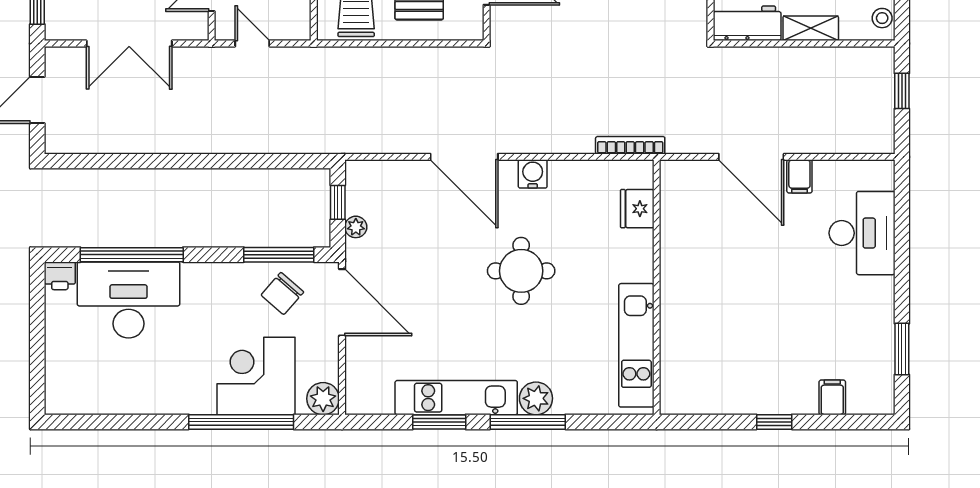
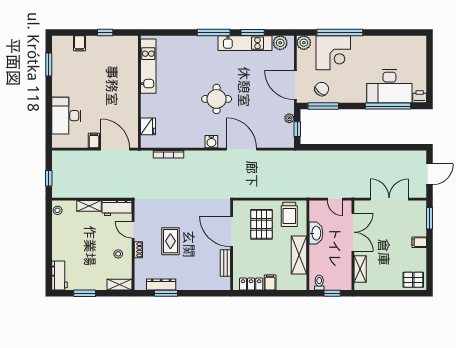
fridge: (637, 209) -> (148, 126), moved
wall: (657, 287) -> (139, 92), moved
kitchen unit: (636, 345) -> (148, 66), moved
plant: (536, 398) -> (280, 43), moved

